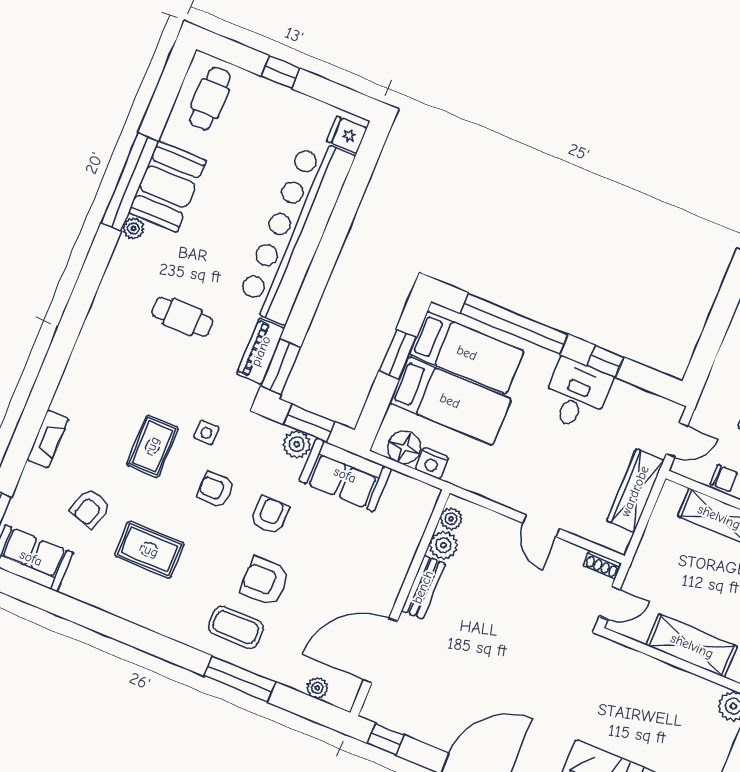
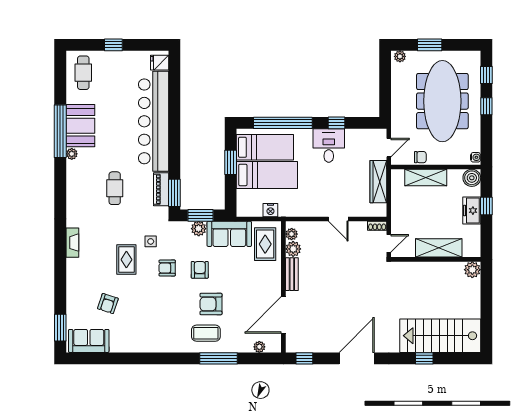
cafe table: (182, 317) -> (115, 188), turned 90
fireplace: (48, 439) -> (72, 243), moved
floor lamp: (404, 447) -> (253, 208), removed
rug: (149, 550) -> (265, 244), moved, turned 90

